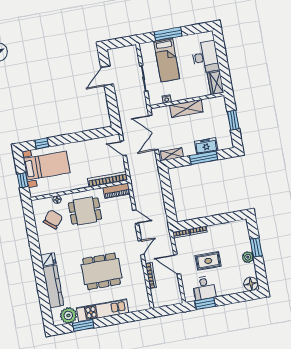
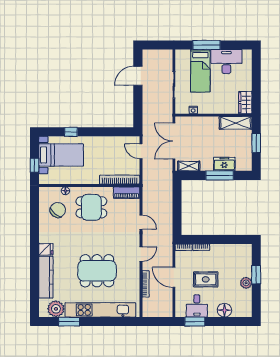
desk: (205, 57) -> (226, 62), moved, turned -90
shelving: (186, 108) -> (236, 123), moved
window: (42, 143) -> (71, 132), moved
floor lamp: (251, 284) -> (224, 310), moved
kitchen unit: (102, 310) -> (100, 310), width x1.36

